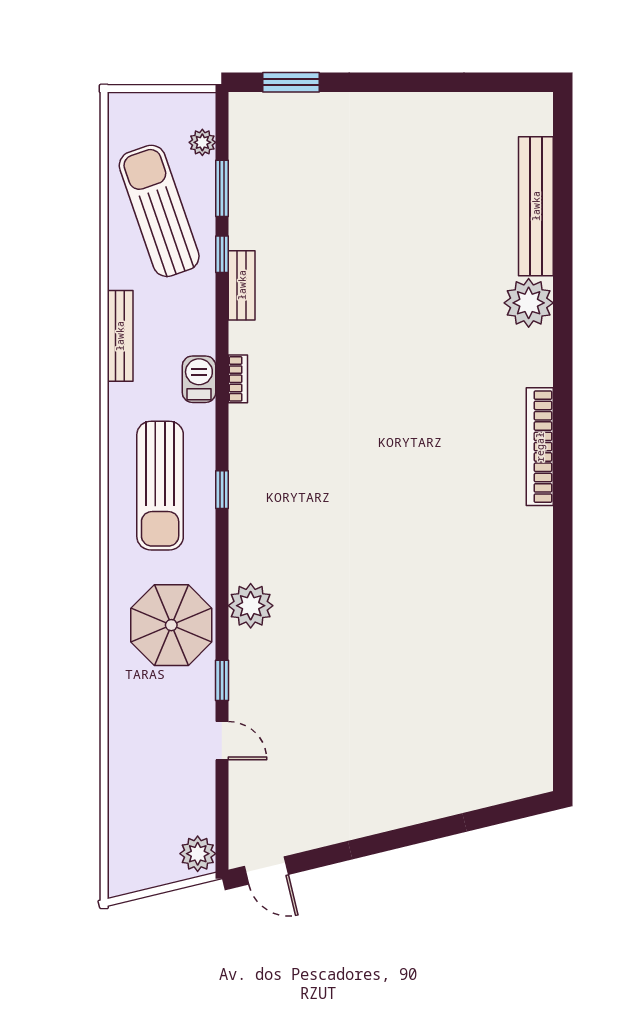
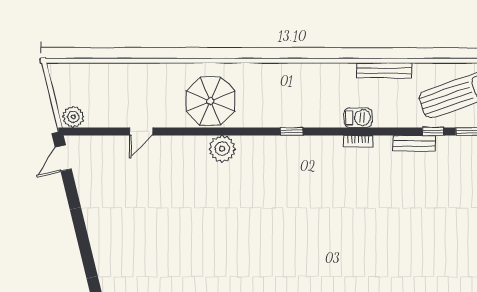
sun lounger: (160, 486) -> (294, 94), removed
window: (222, 680) -> (177, 131), removed

